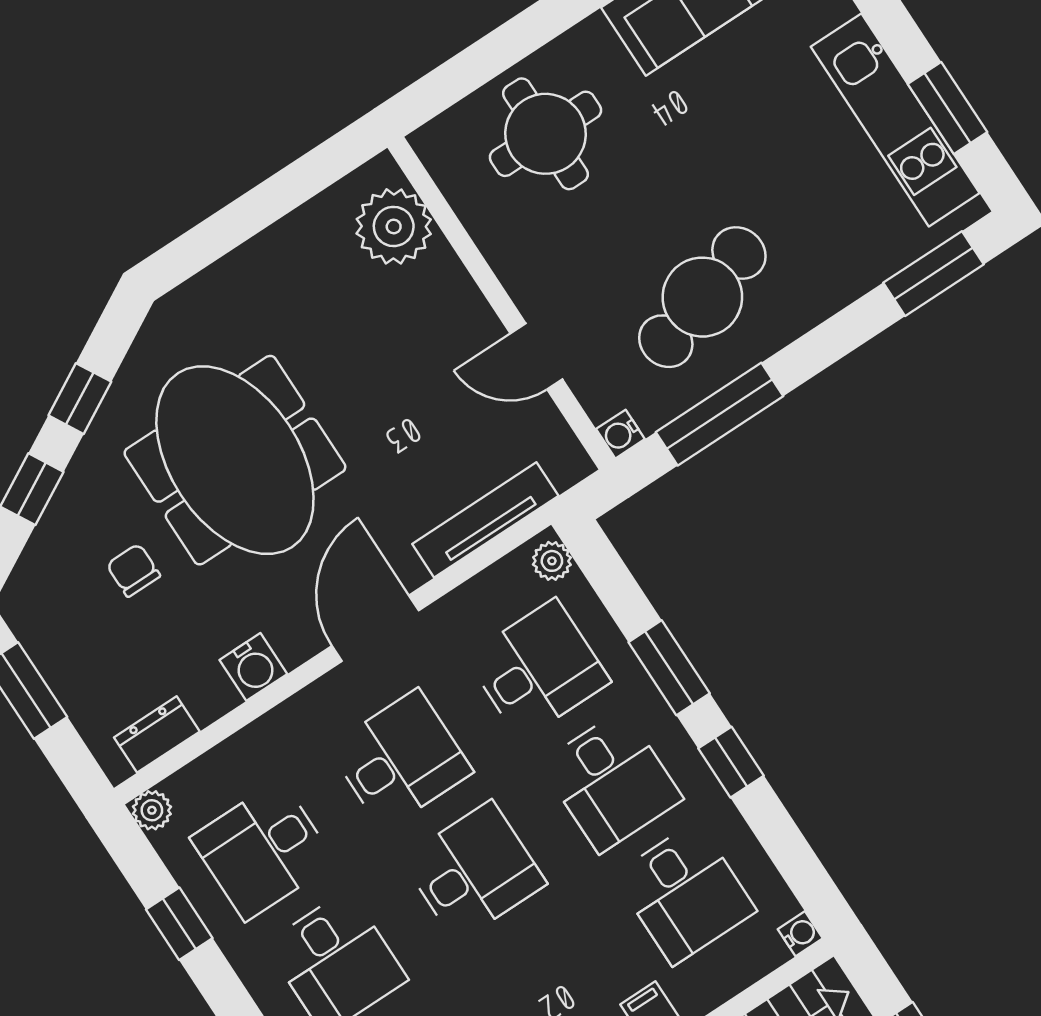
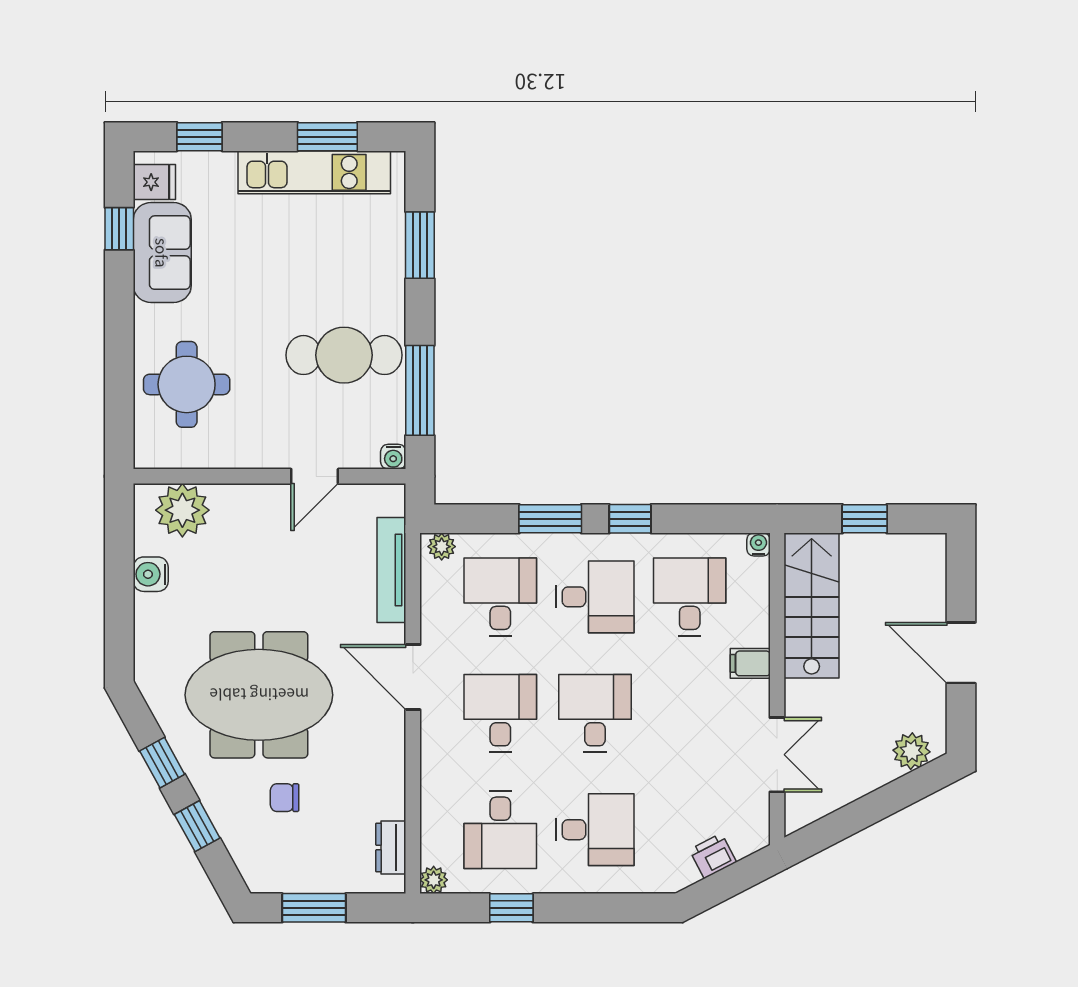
window: (933, 274) -> (420, 245), moved
cafe table: (702, 297) -> (344, 355), turned -73
water cooler: (253, 667) -> (151, 574), moved, turned 180
desk: (685, 893) -> (690, 597), turned -90

